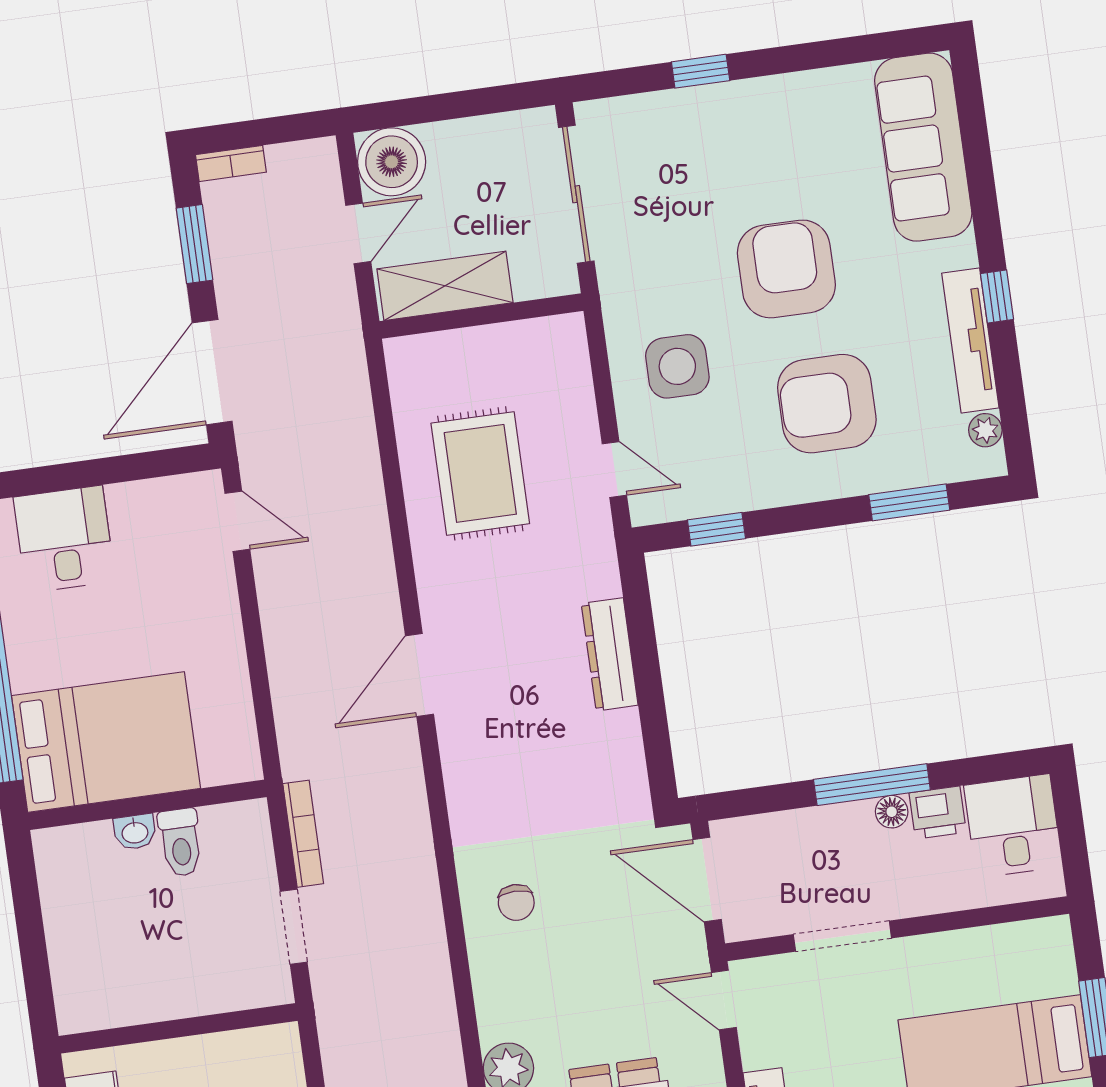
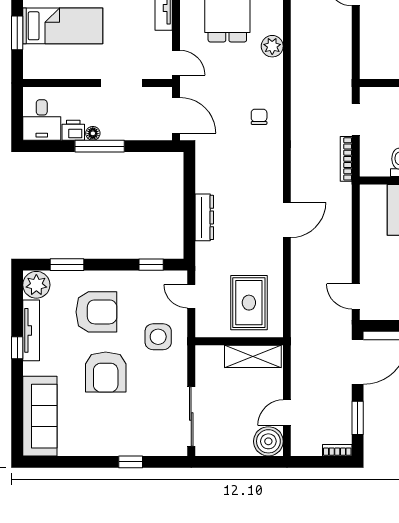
shelving: (445, 286) -> (253, 356), moved
wall: (481, 316) -> (239, 341), moved
plant: (985, 430) -> (36, 285), width x1.87, depth x1.87

